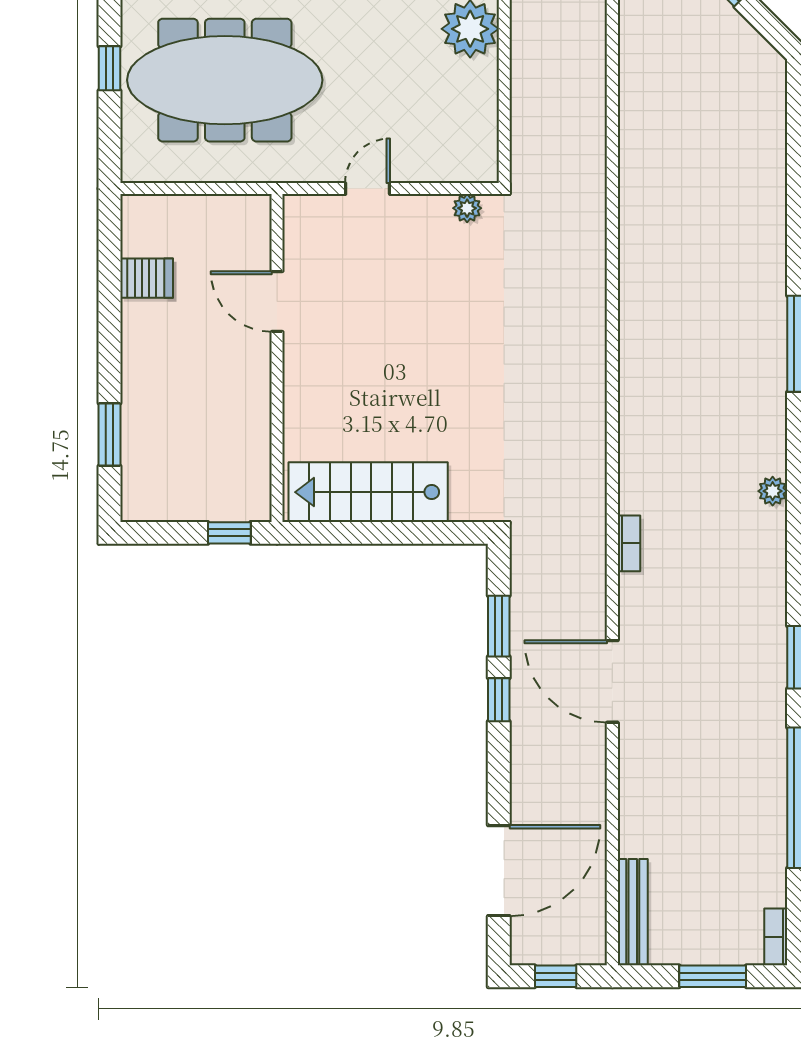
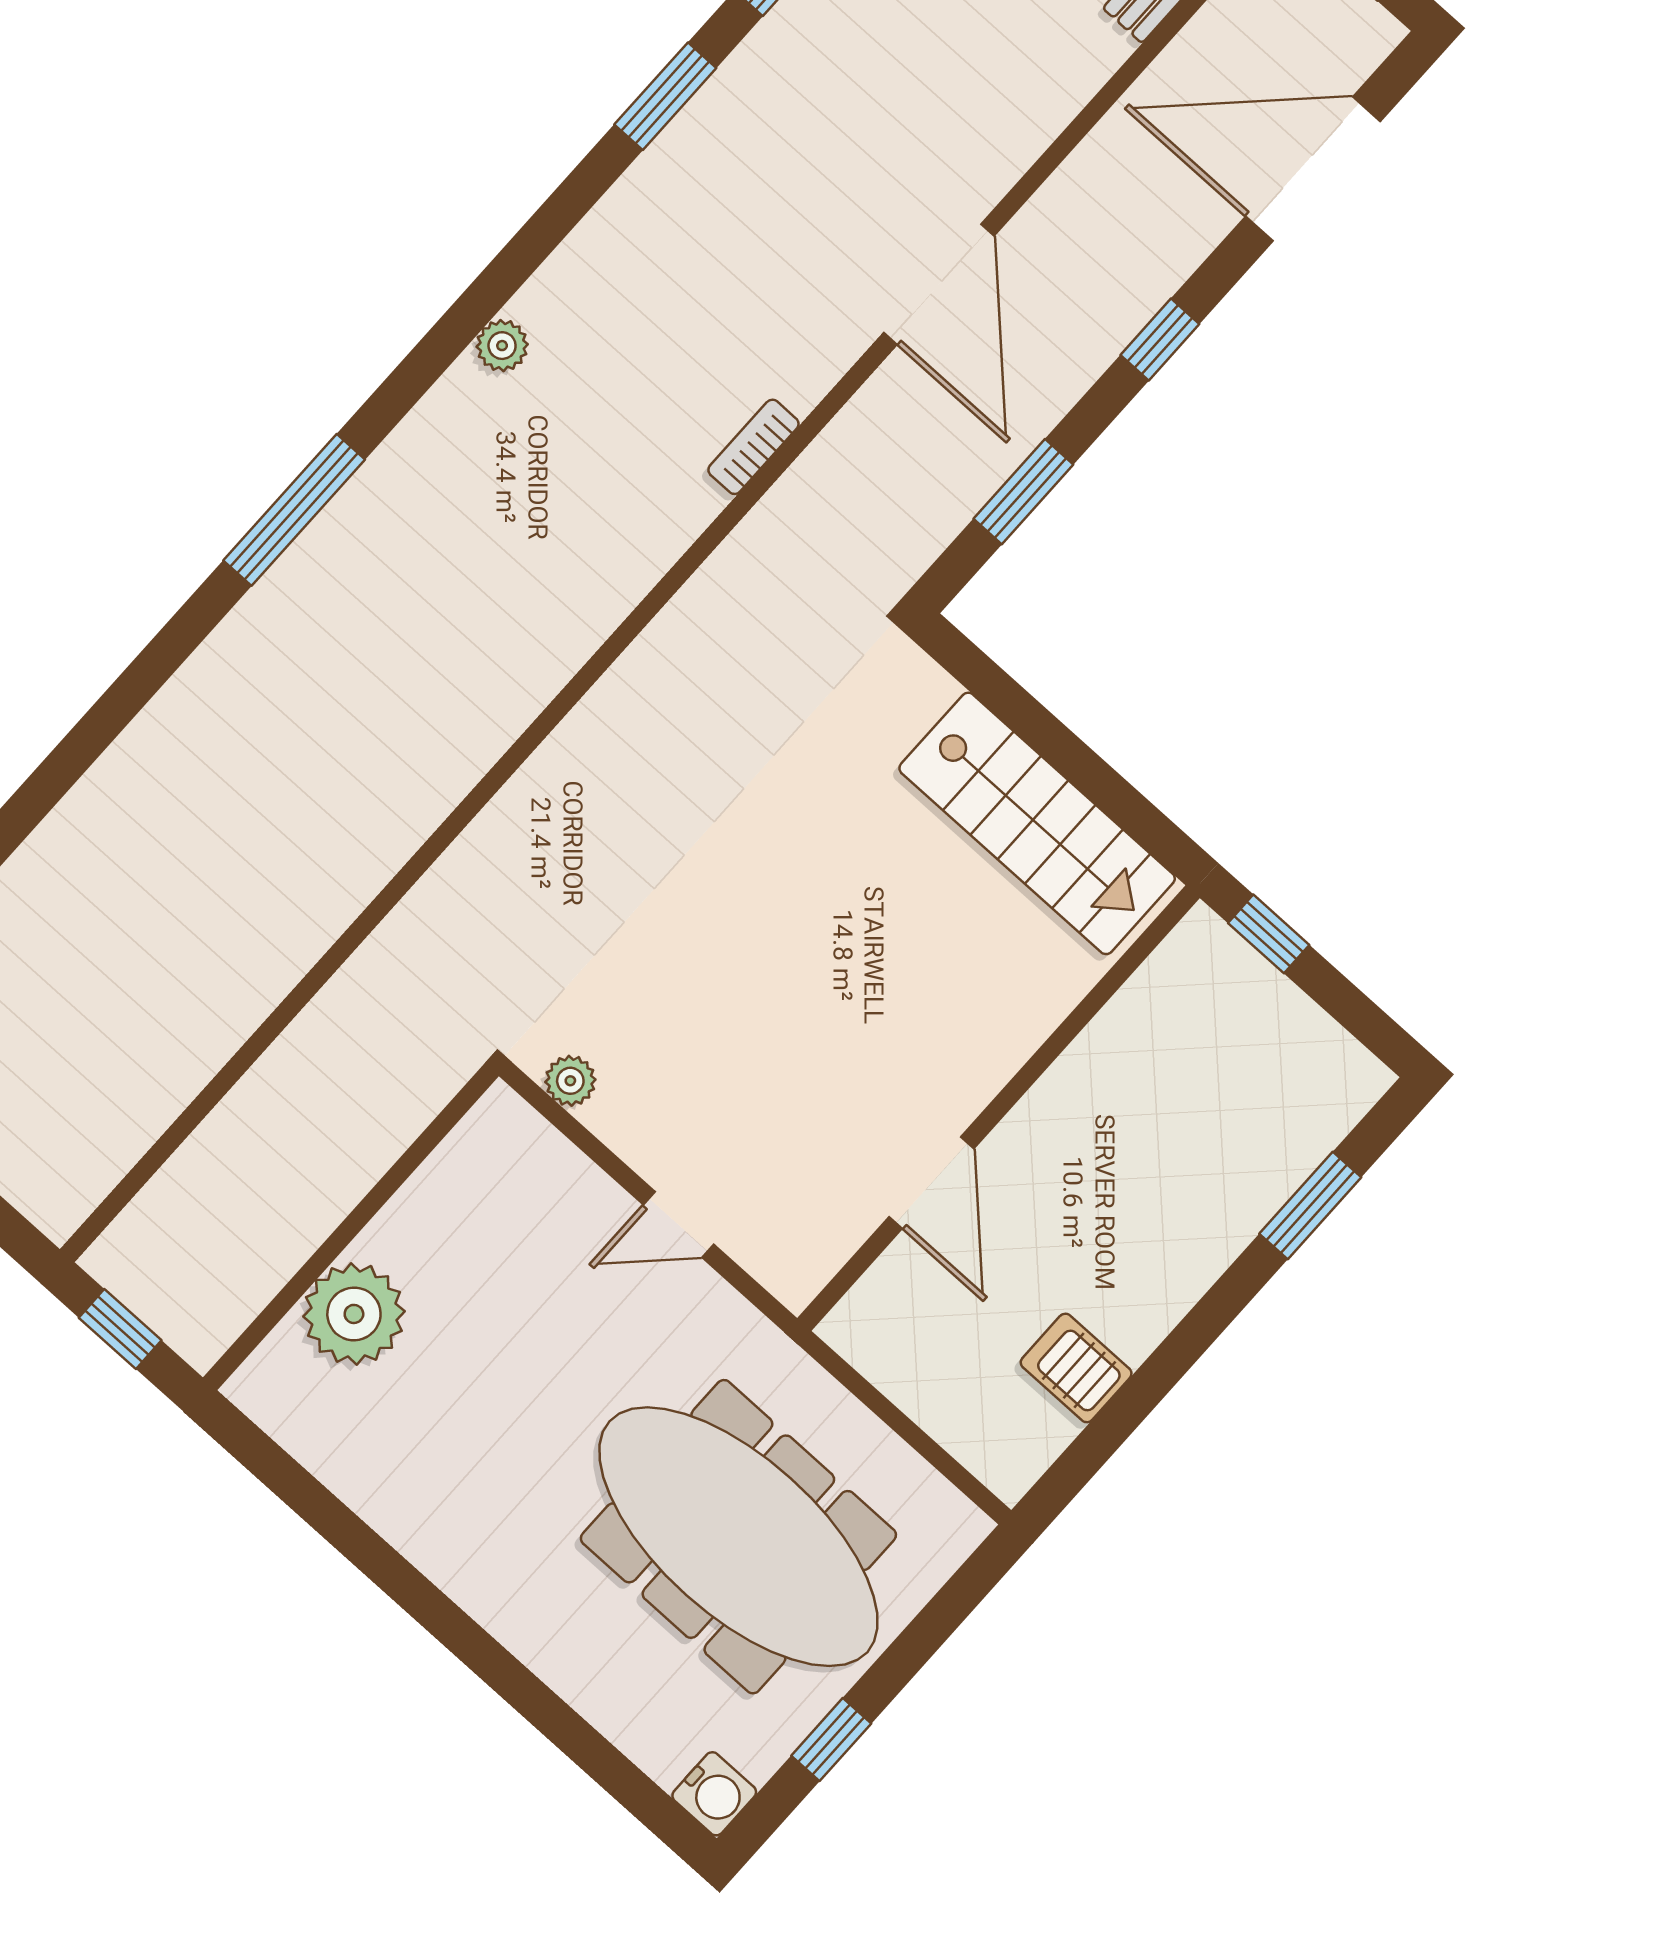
window: (109, 68) -> (831, 1740), moved
window: (499, 700) -> (1160, 339), moved

